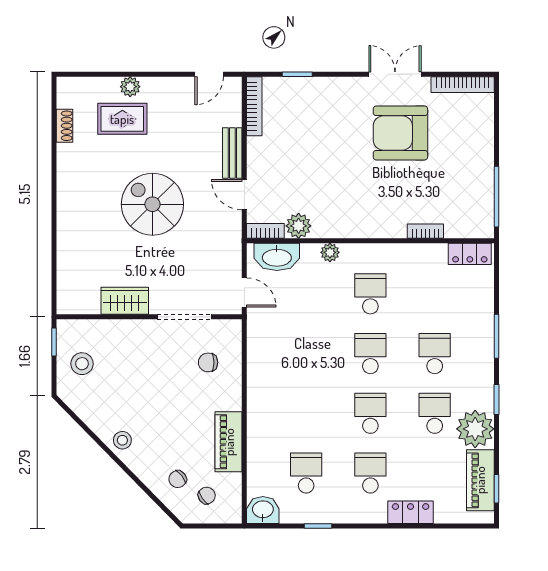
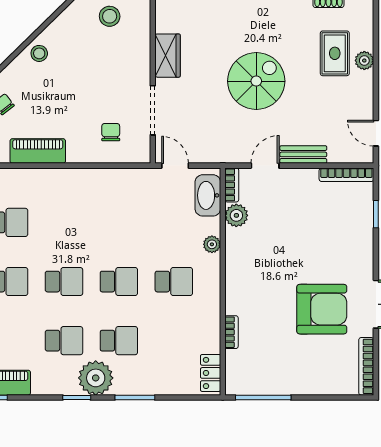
armchair: (400, 133) -> (322, 309), turned 90
door: (244, 293) -> (175, 166), swing flipped
plant: (475, 429) -> (96, 378), moved

